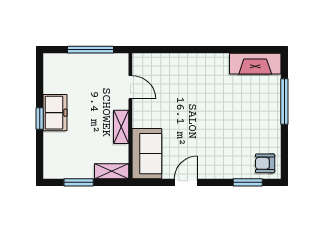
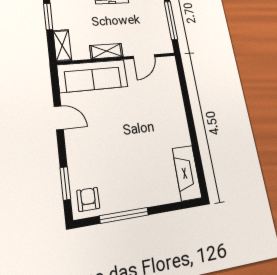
window: (284, 102) -> (124, 215), moved
sofa: (147, 154) -> (93, 76), width x1.36

